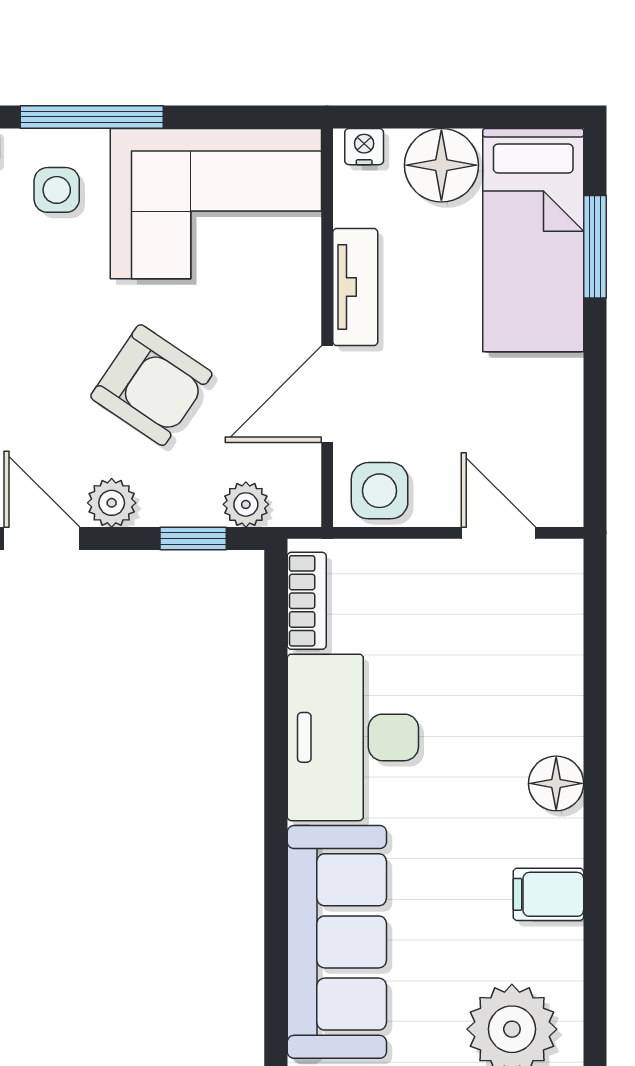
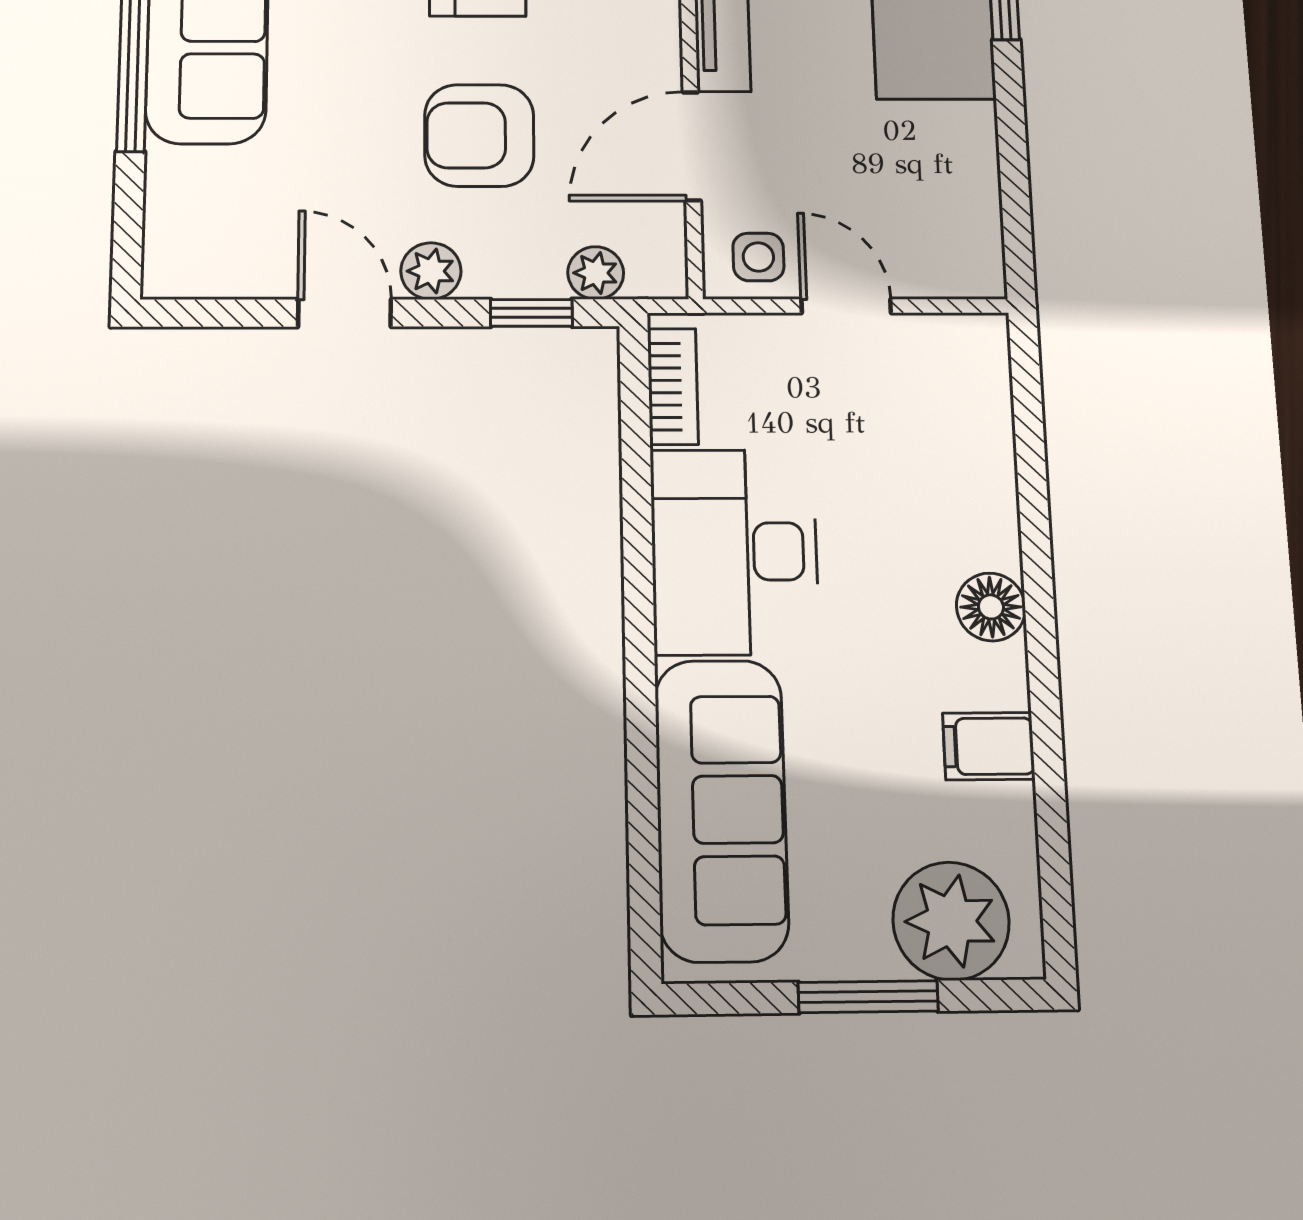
armchair: (151, 385) -> (479, 135), turned 146
side table: (380, 491) -> (758, 257), width x0.73, depth x0.73
door: (498, 533) -> (846, 306), moved

